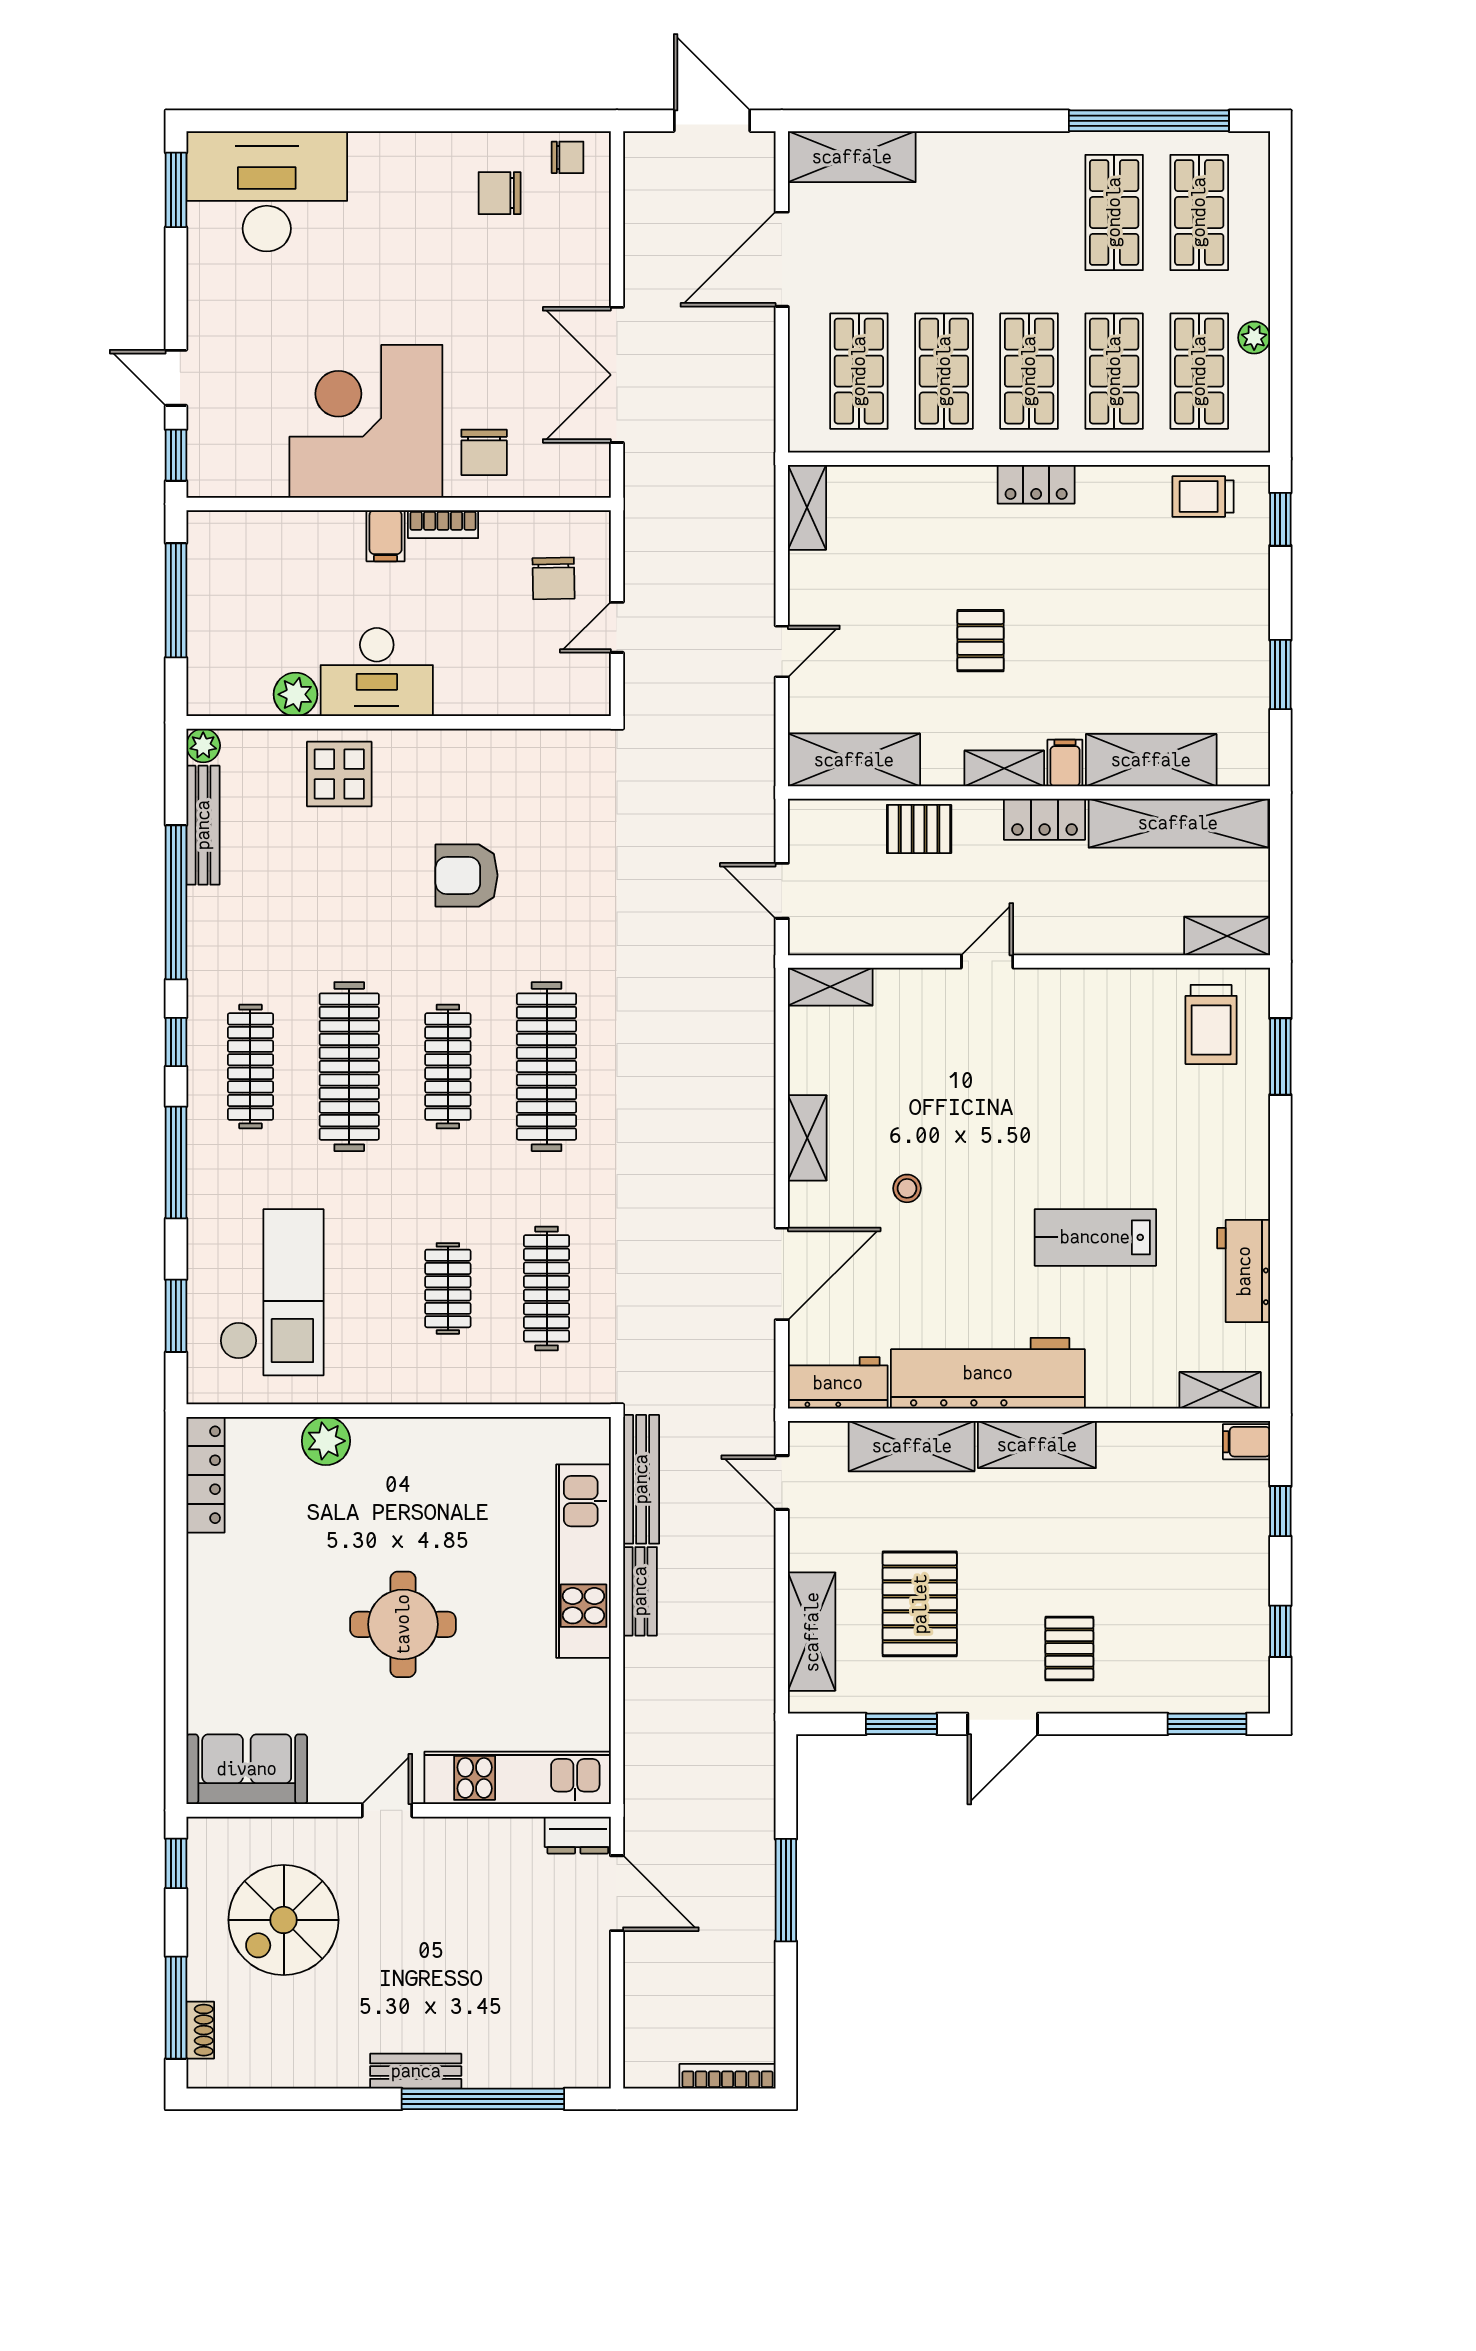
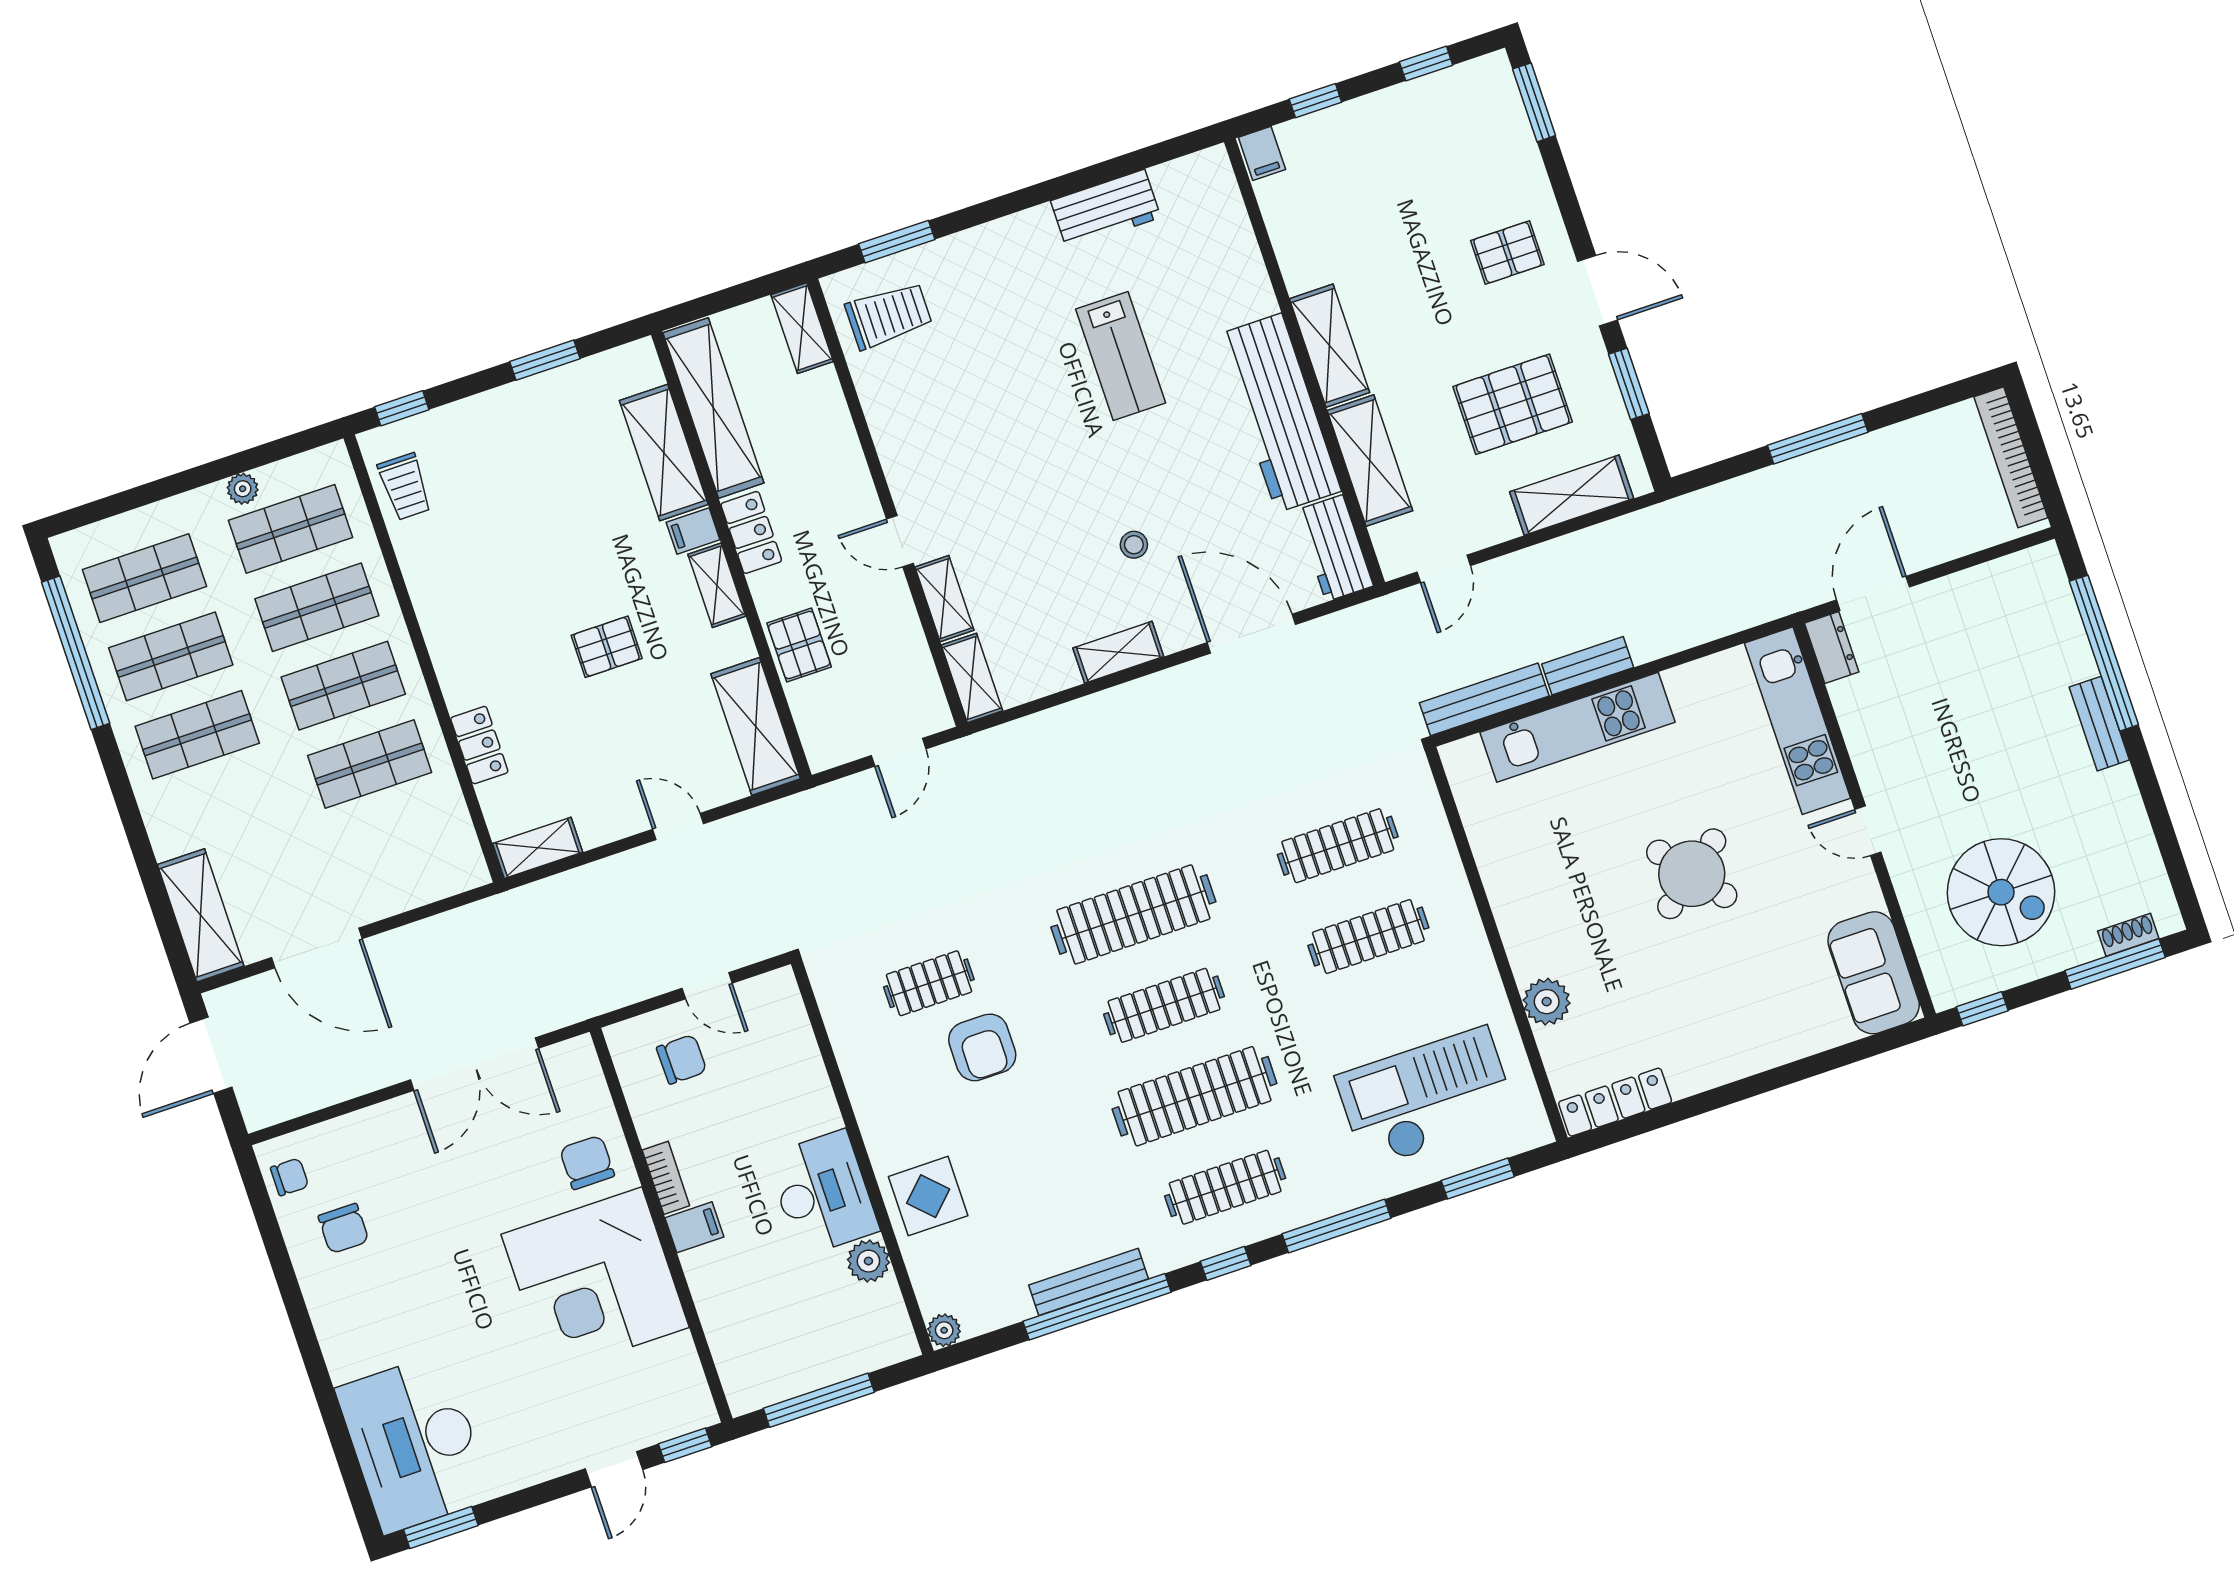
chair: (568, 157) -> (289, 1177), turned 90
shop shelf: (859, 371) -> (197, 735), moved
chair: (484, 452) -> (587, 1162), turned -90
locker: (1036, 484) -> (479, 745), moved
bench: (203, 825) -> (1088, 1282), moved
clothes rail: (547, 845) -> (929, 983), added
clothes rail: (448, 1288) -> (1368, 937), width x1.36
shelving: (1220, 1390) -> (944, 599), moved
round table: (403, 1624) -> (1692, 874), turned -38
bookcase: (728, 2076) -> (2011, 457), width x1.48, depth x1.31

